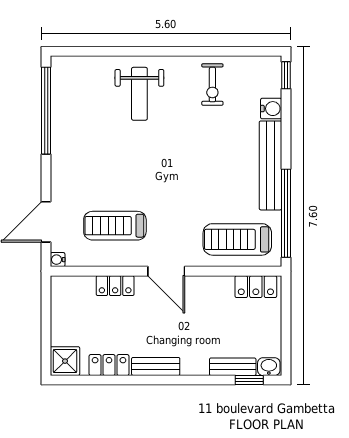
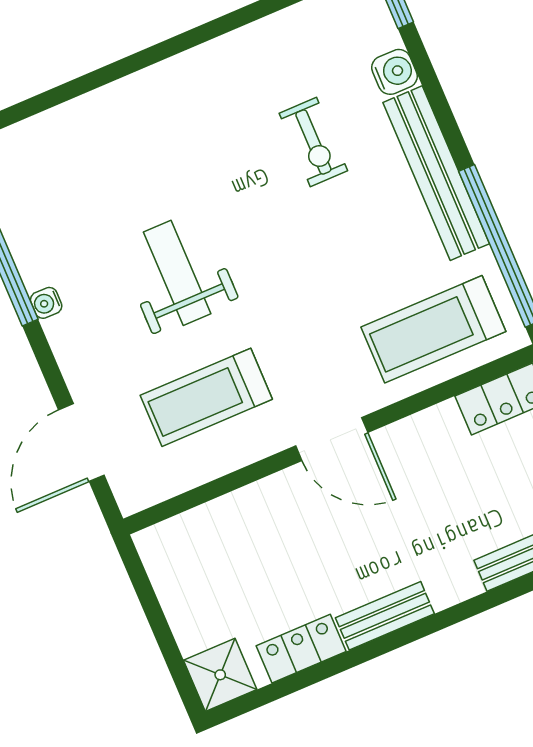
exercise bike: (212, 85) -> (313, 142), moved
weight bench: (139, 94) -> (177, 273), moved, turned 180
water cooler: (58, 260) -> (46, 303), moved
locker: (115, 286) -> (252, 503), removed

